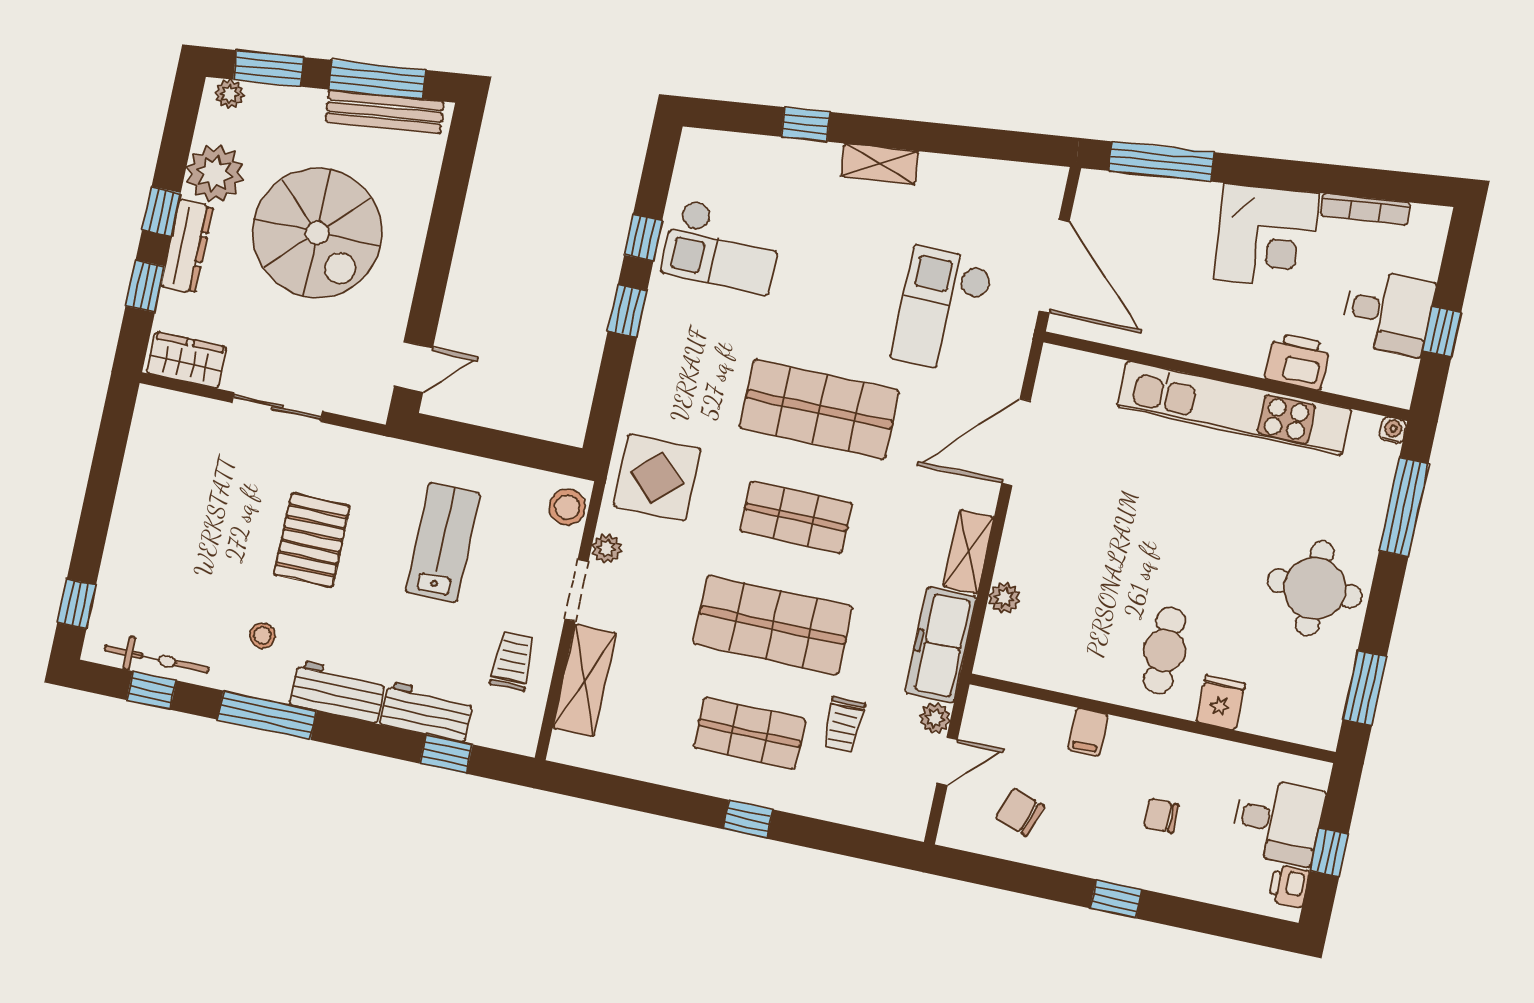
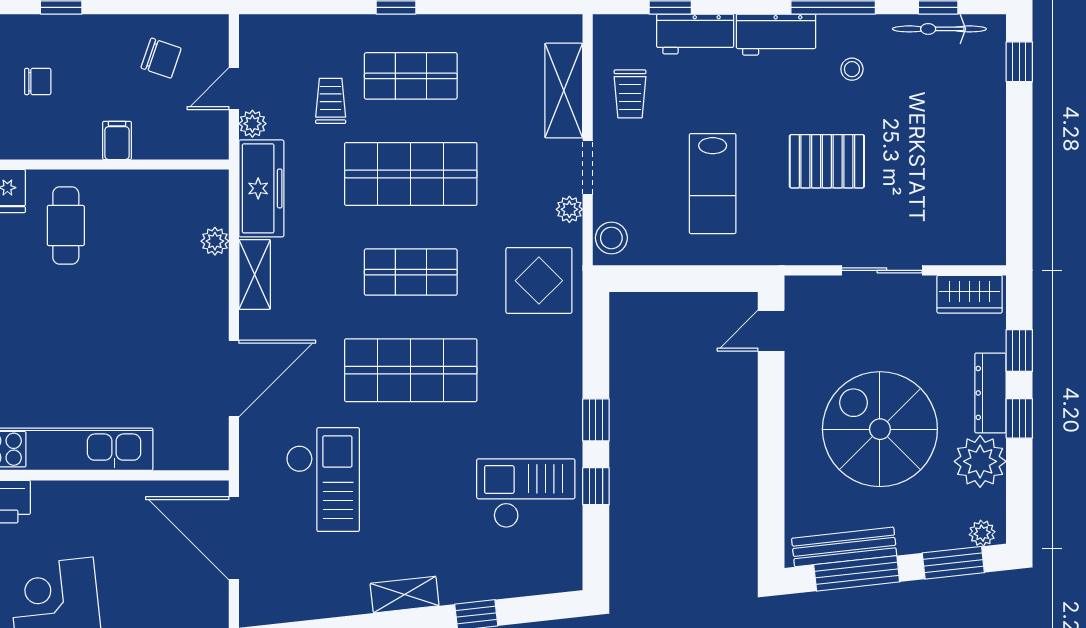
pallet: (312, 540) -> (827, 161), turned 90

